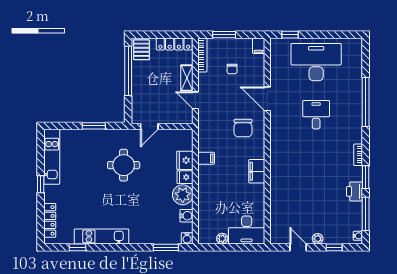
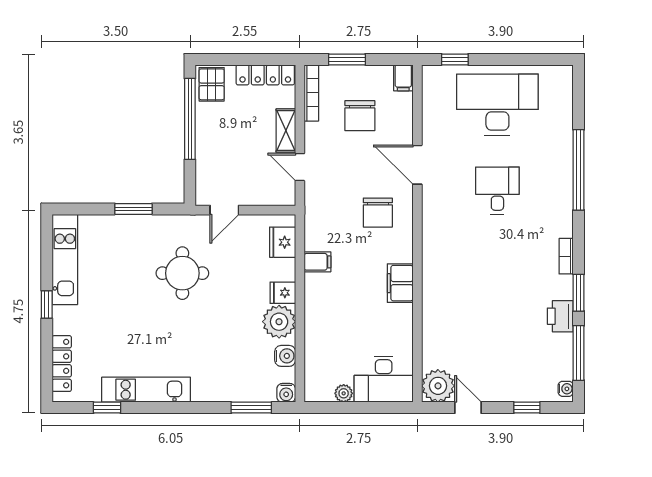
chair: (232, 69) -> (360, 116), width x1.87, depth x1.87
fridge: (185, 160) -> (283, 242), moved
plant: (318, 239) -> (438, 386), moved, width x1.87, depth x1.87

